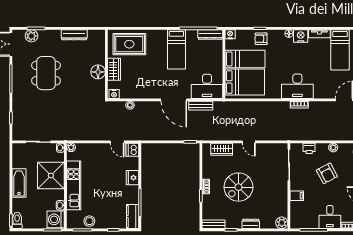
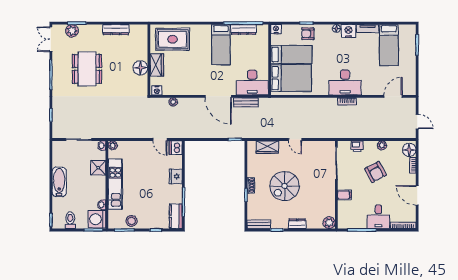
dresser: (210, 35) -> (244, 29), moved
shower: (51, 175) -> (98, 168), width x0.54, depth x0.54
toilet: (17, 220) -> (70, 220), moved

